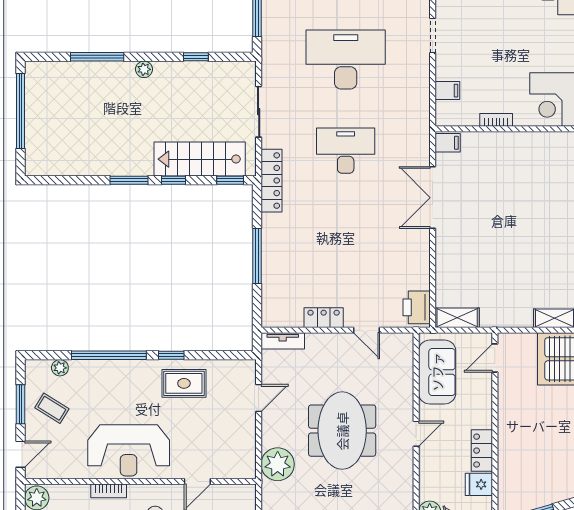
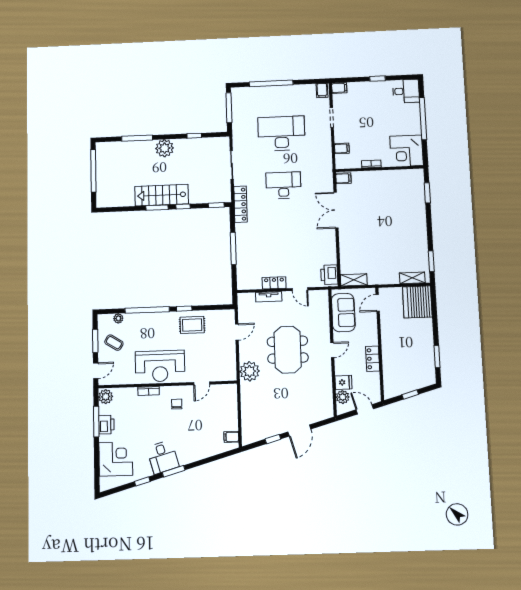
plant: (144, 69) -> (165, 148), width x1.88, depth x1.88
stairs: (200, 159) -> (162, 195), moved
tv unit: (283, 341) -> (269, 297), moved
fridge: (479, 484) -> (343, 382), moved, turned 180

